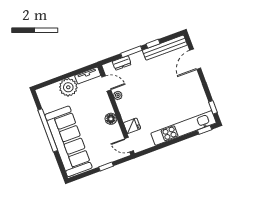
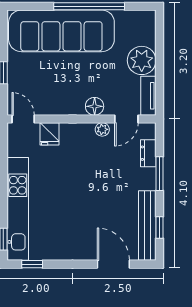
window: (153, 44) -> (160, 227), moved
floor lamp: (111, 119) -> (95, 106), moved
door: (129, 145) -> (23, 119), hinge flipped

